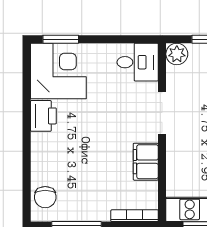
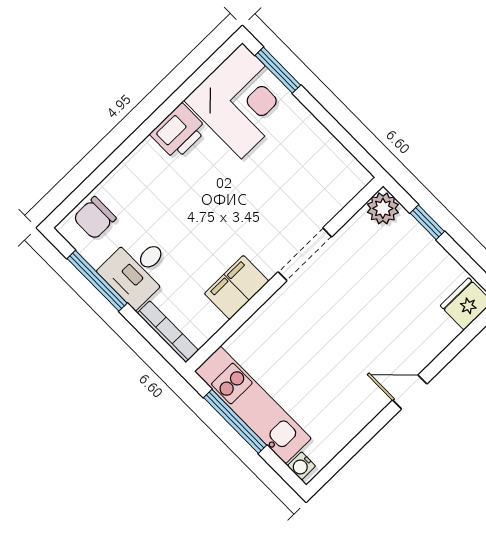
desk: (138, 62) -> (137, 270), moved, turned 90

